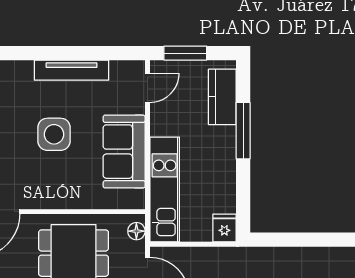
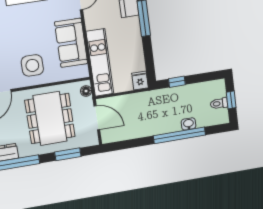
side table: (54, 134) -> (32, 65), moved
window: (283, 240) -> (177, 82), added

